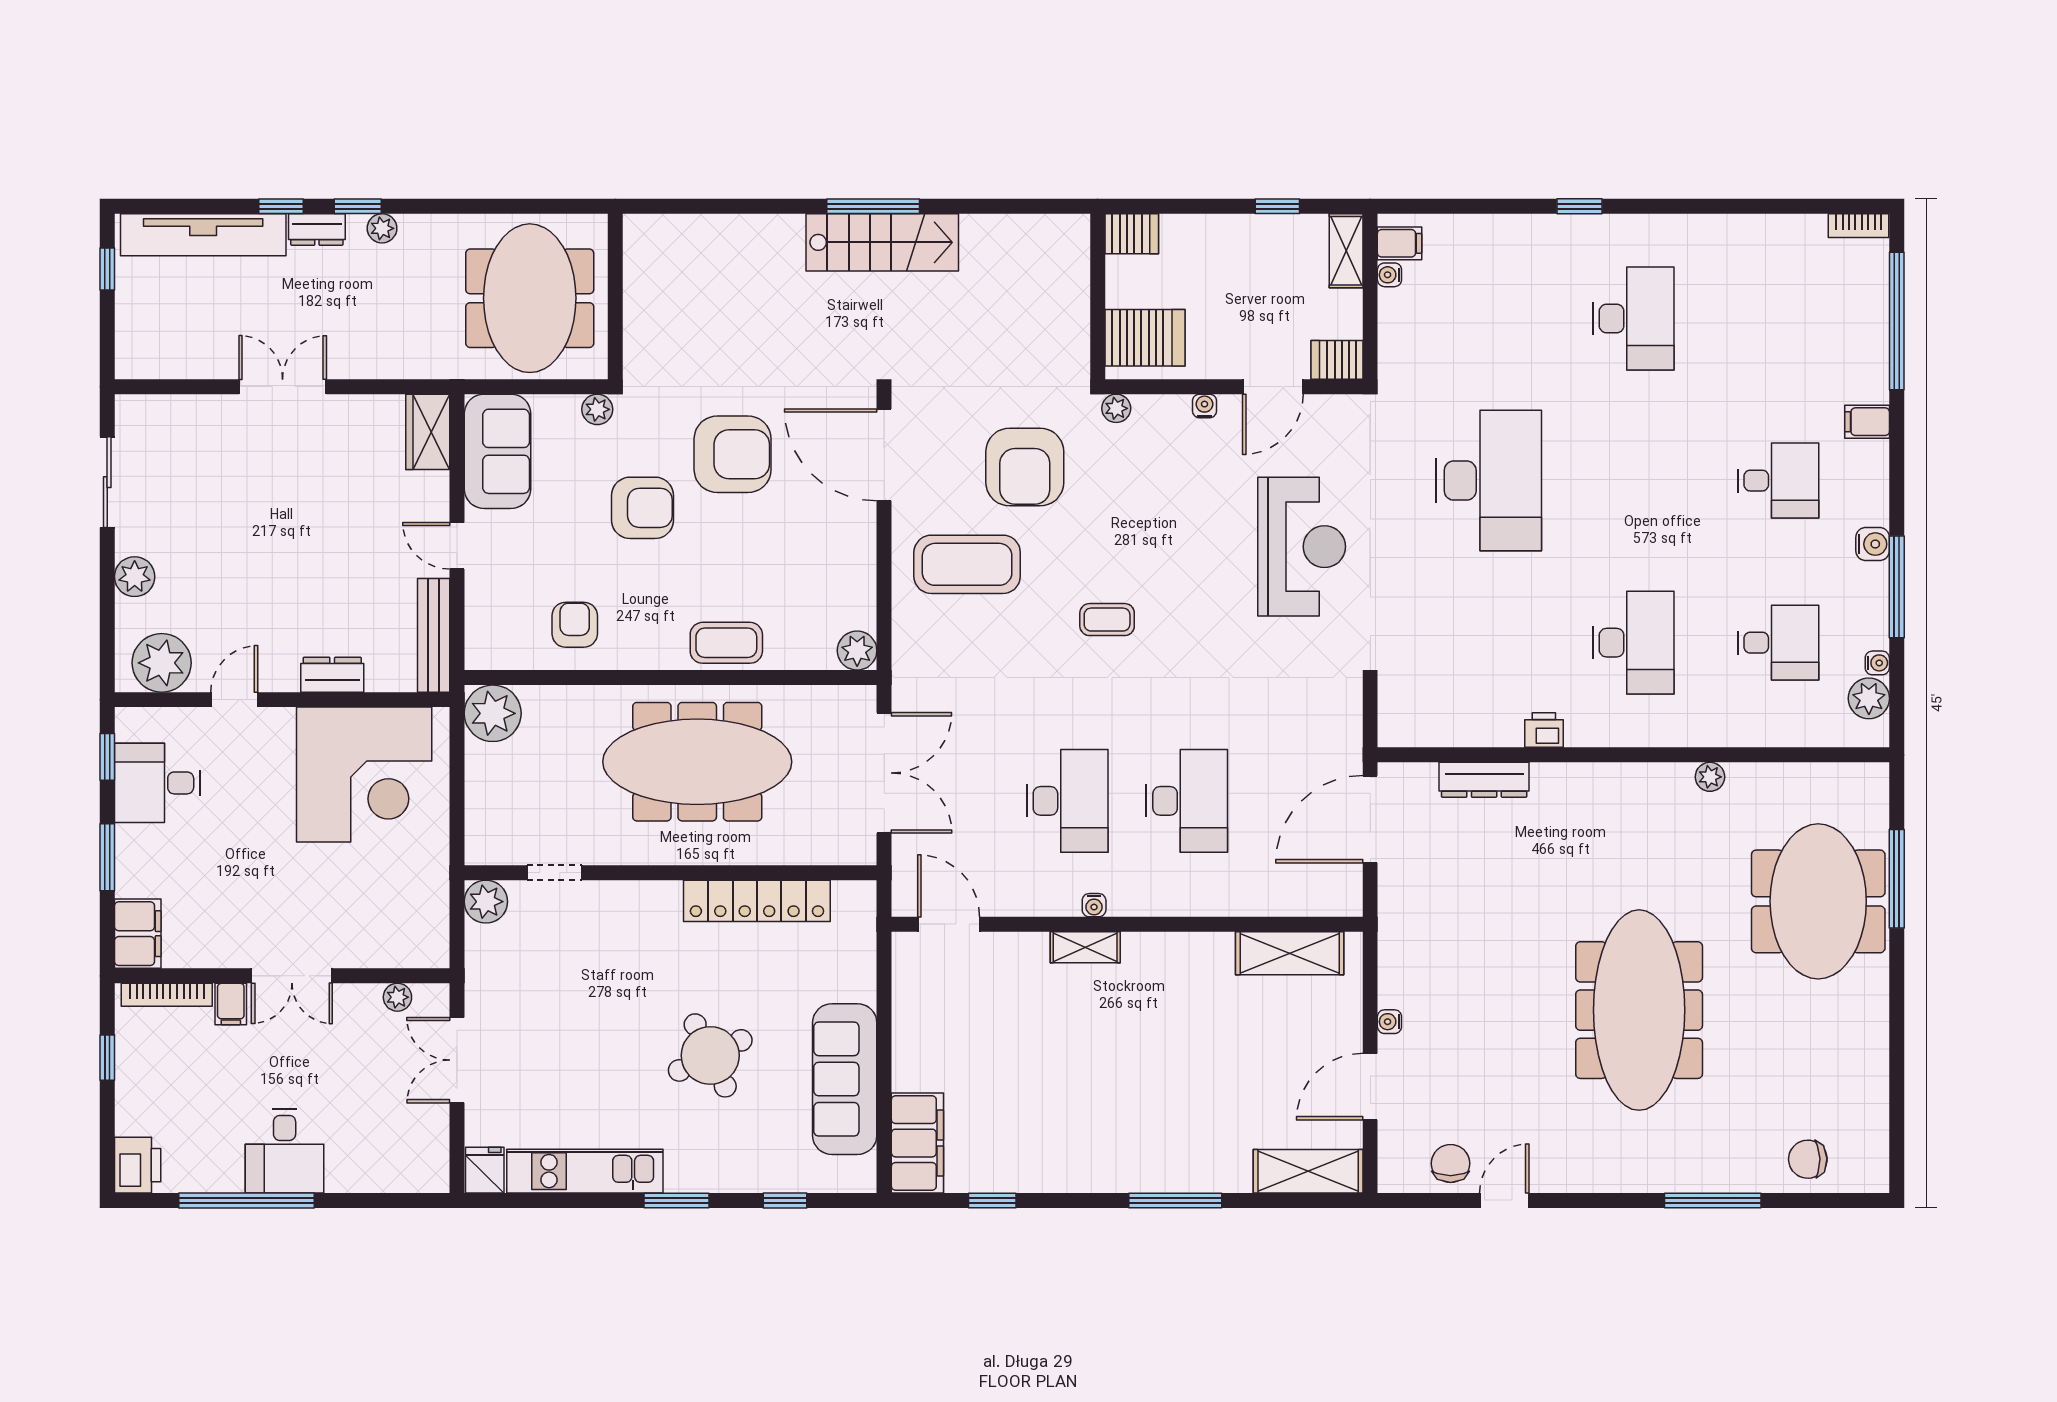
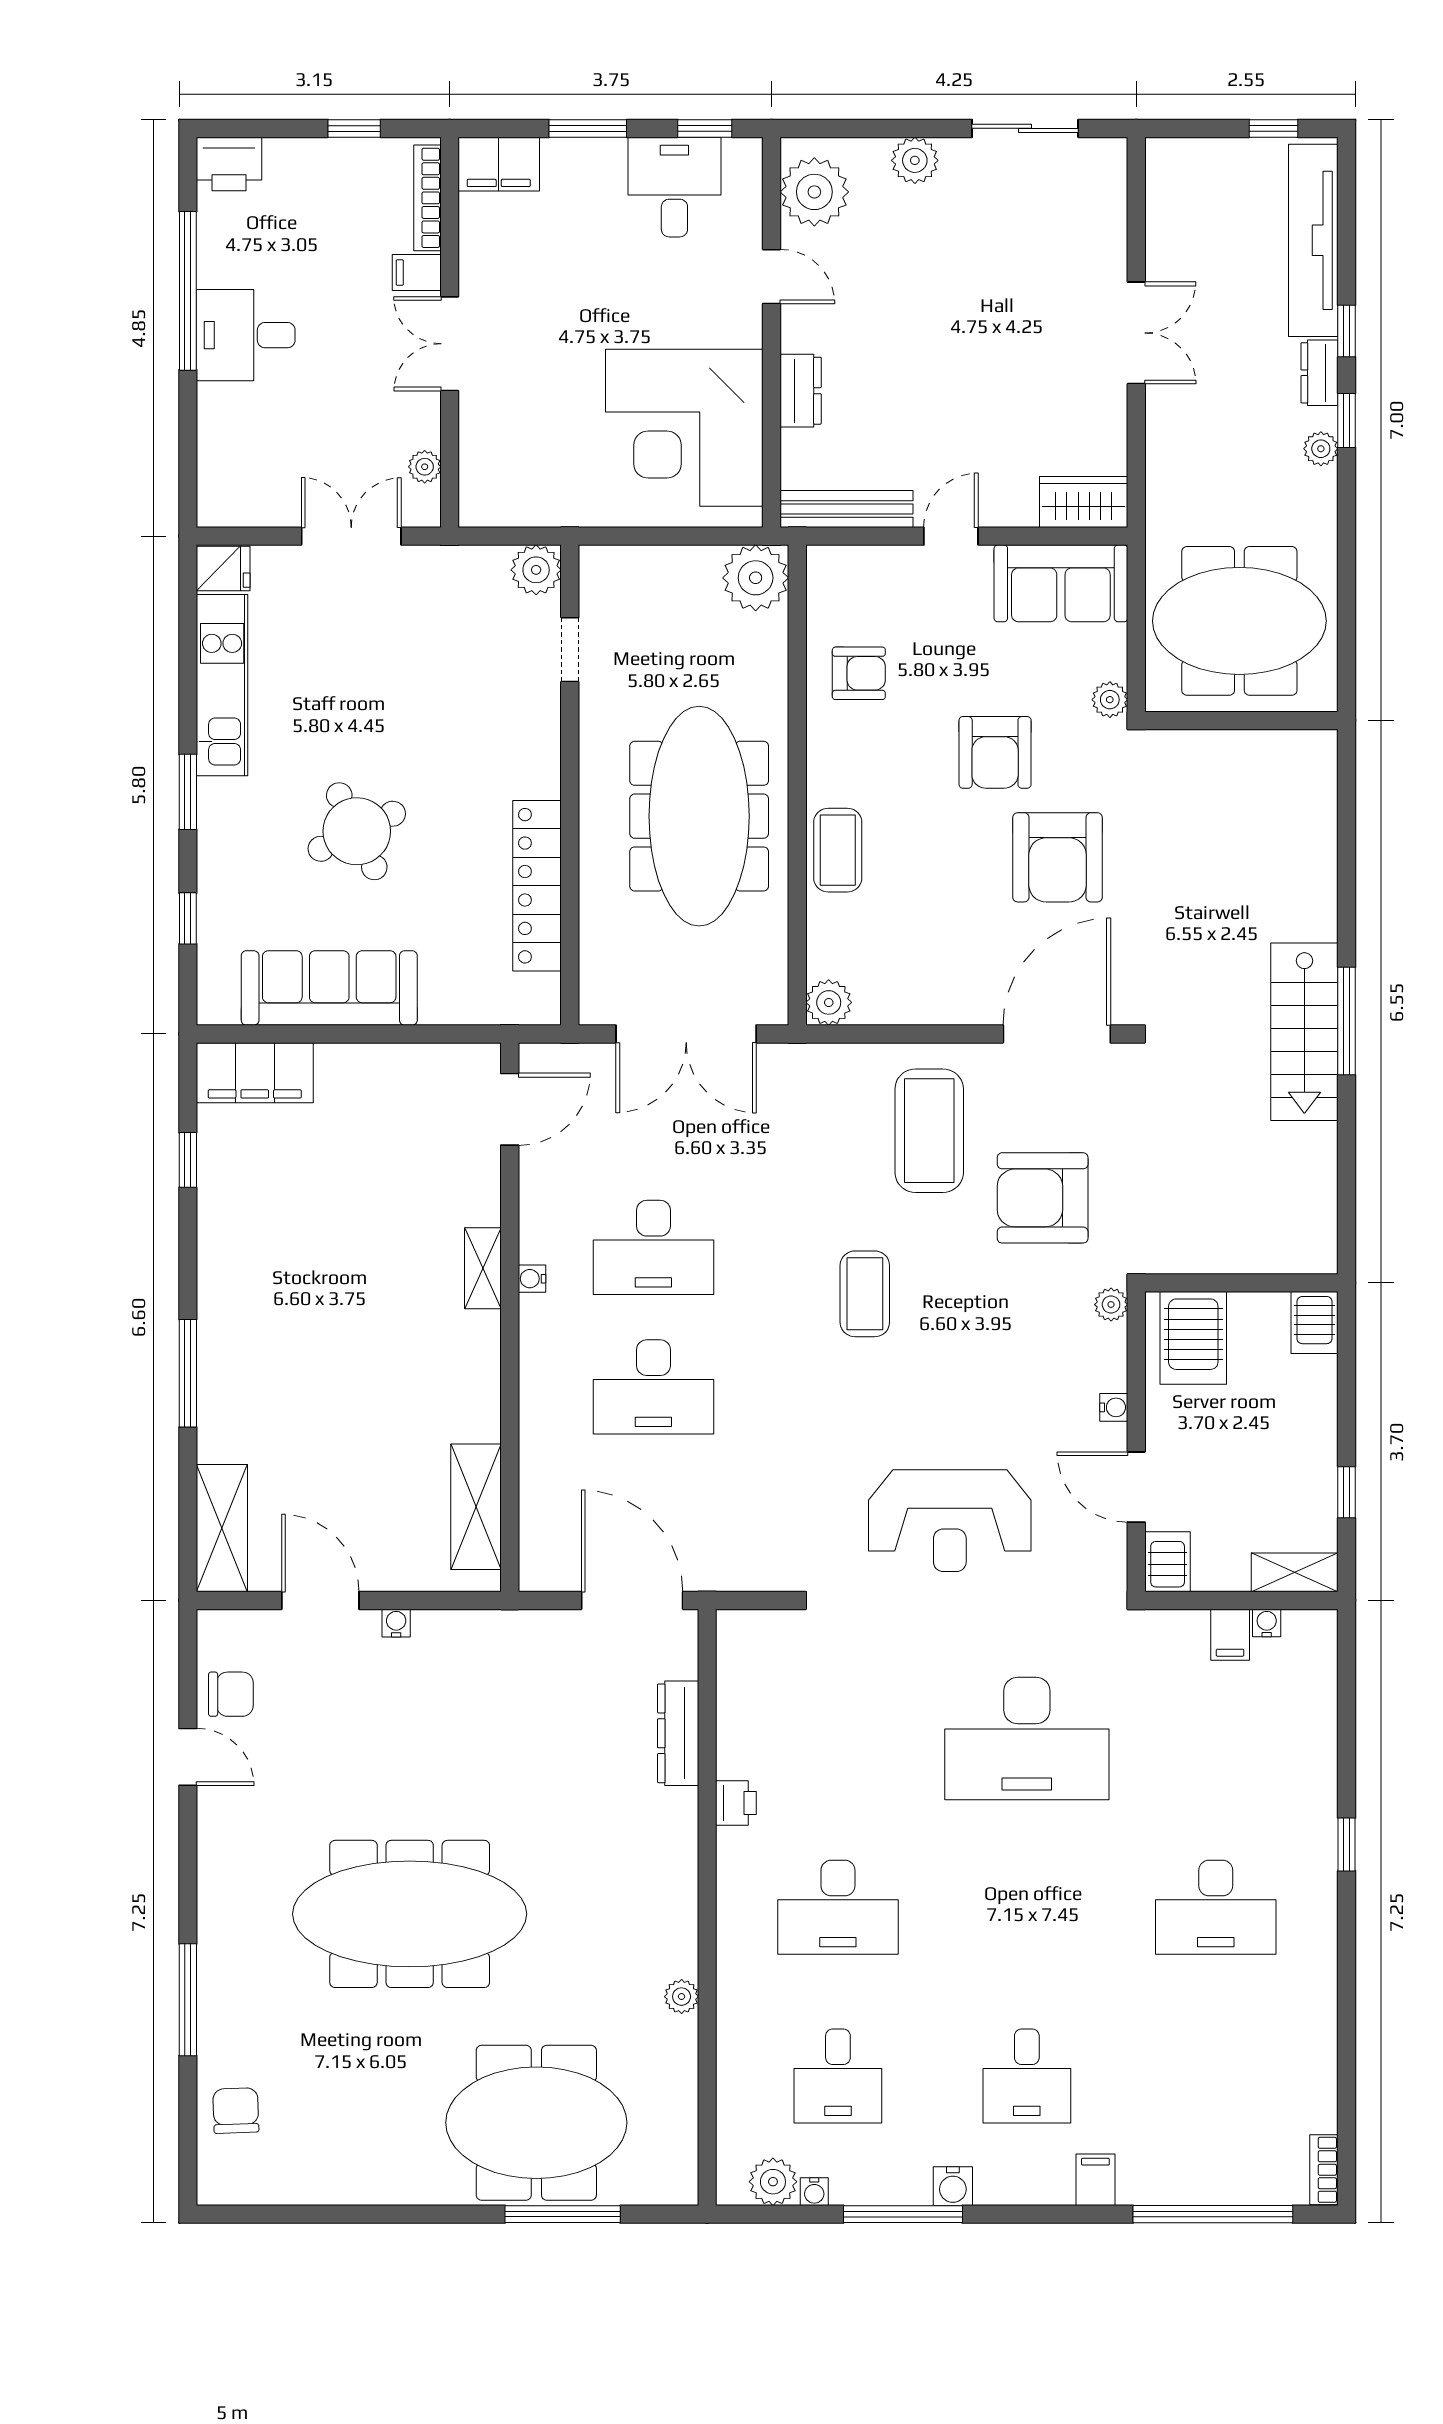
filing cabinet: (1400, 243) -> (1230, 1635), moved
coffee table: (1107, 620) -> (865, 1294), width x1.36, depth x1.30

